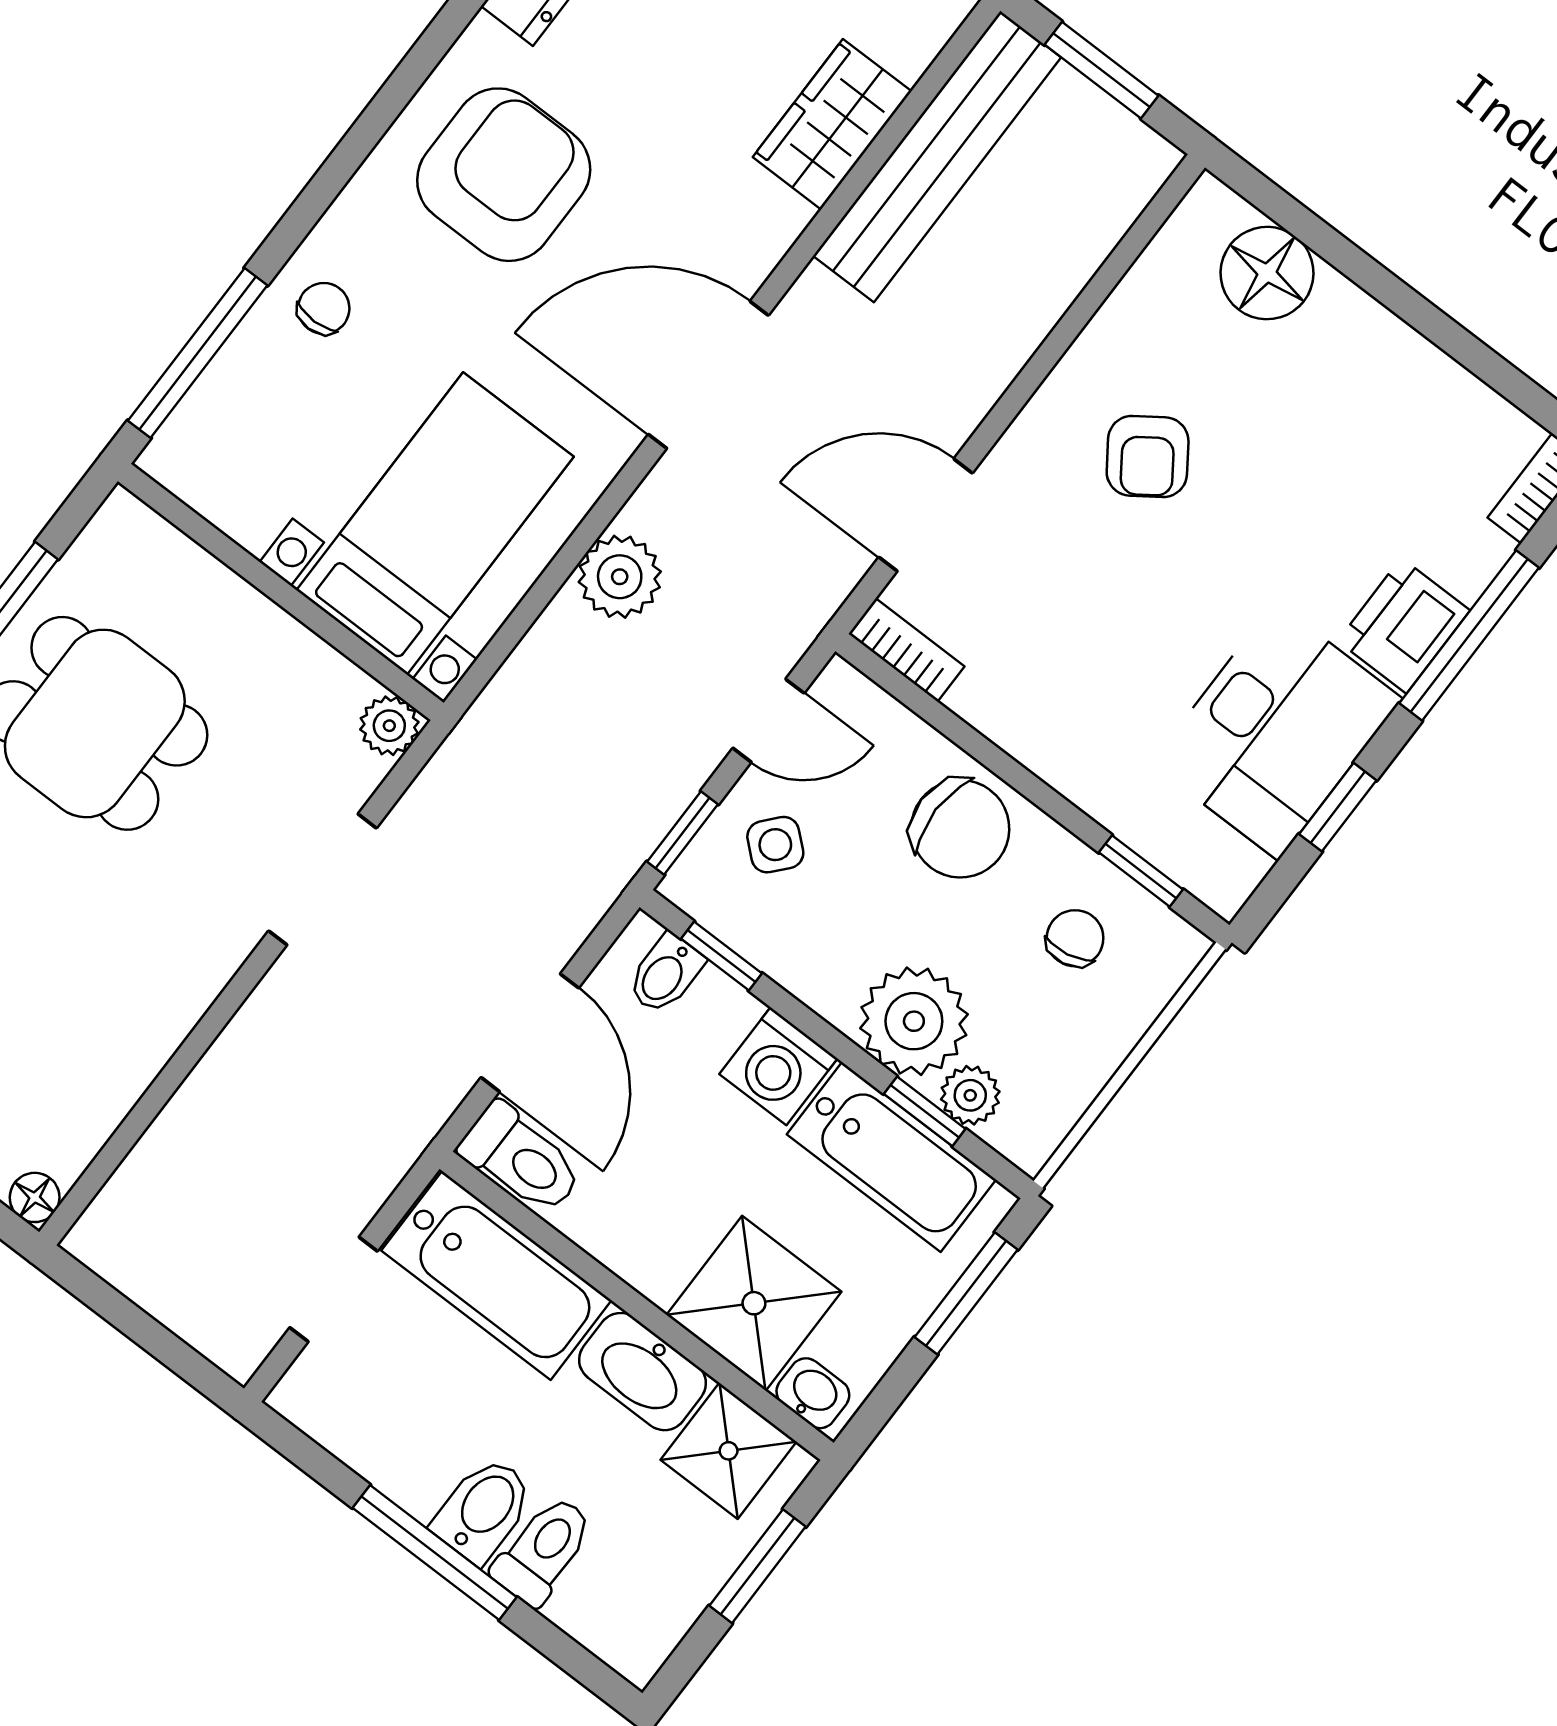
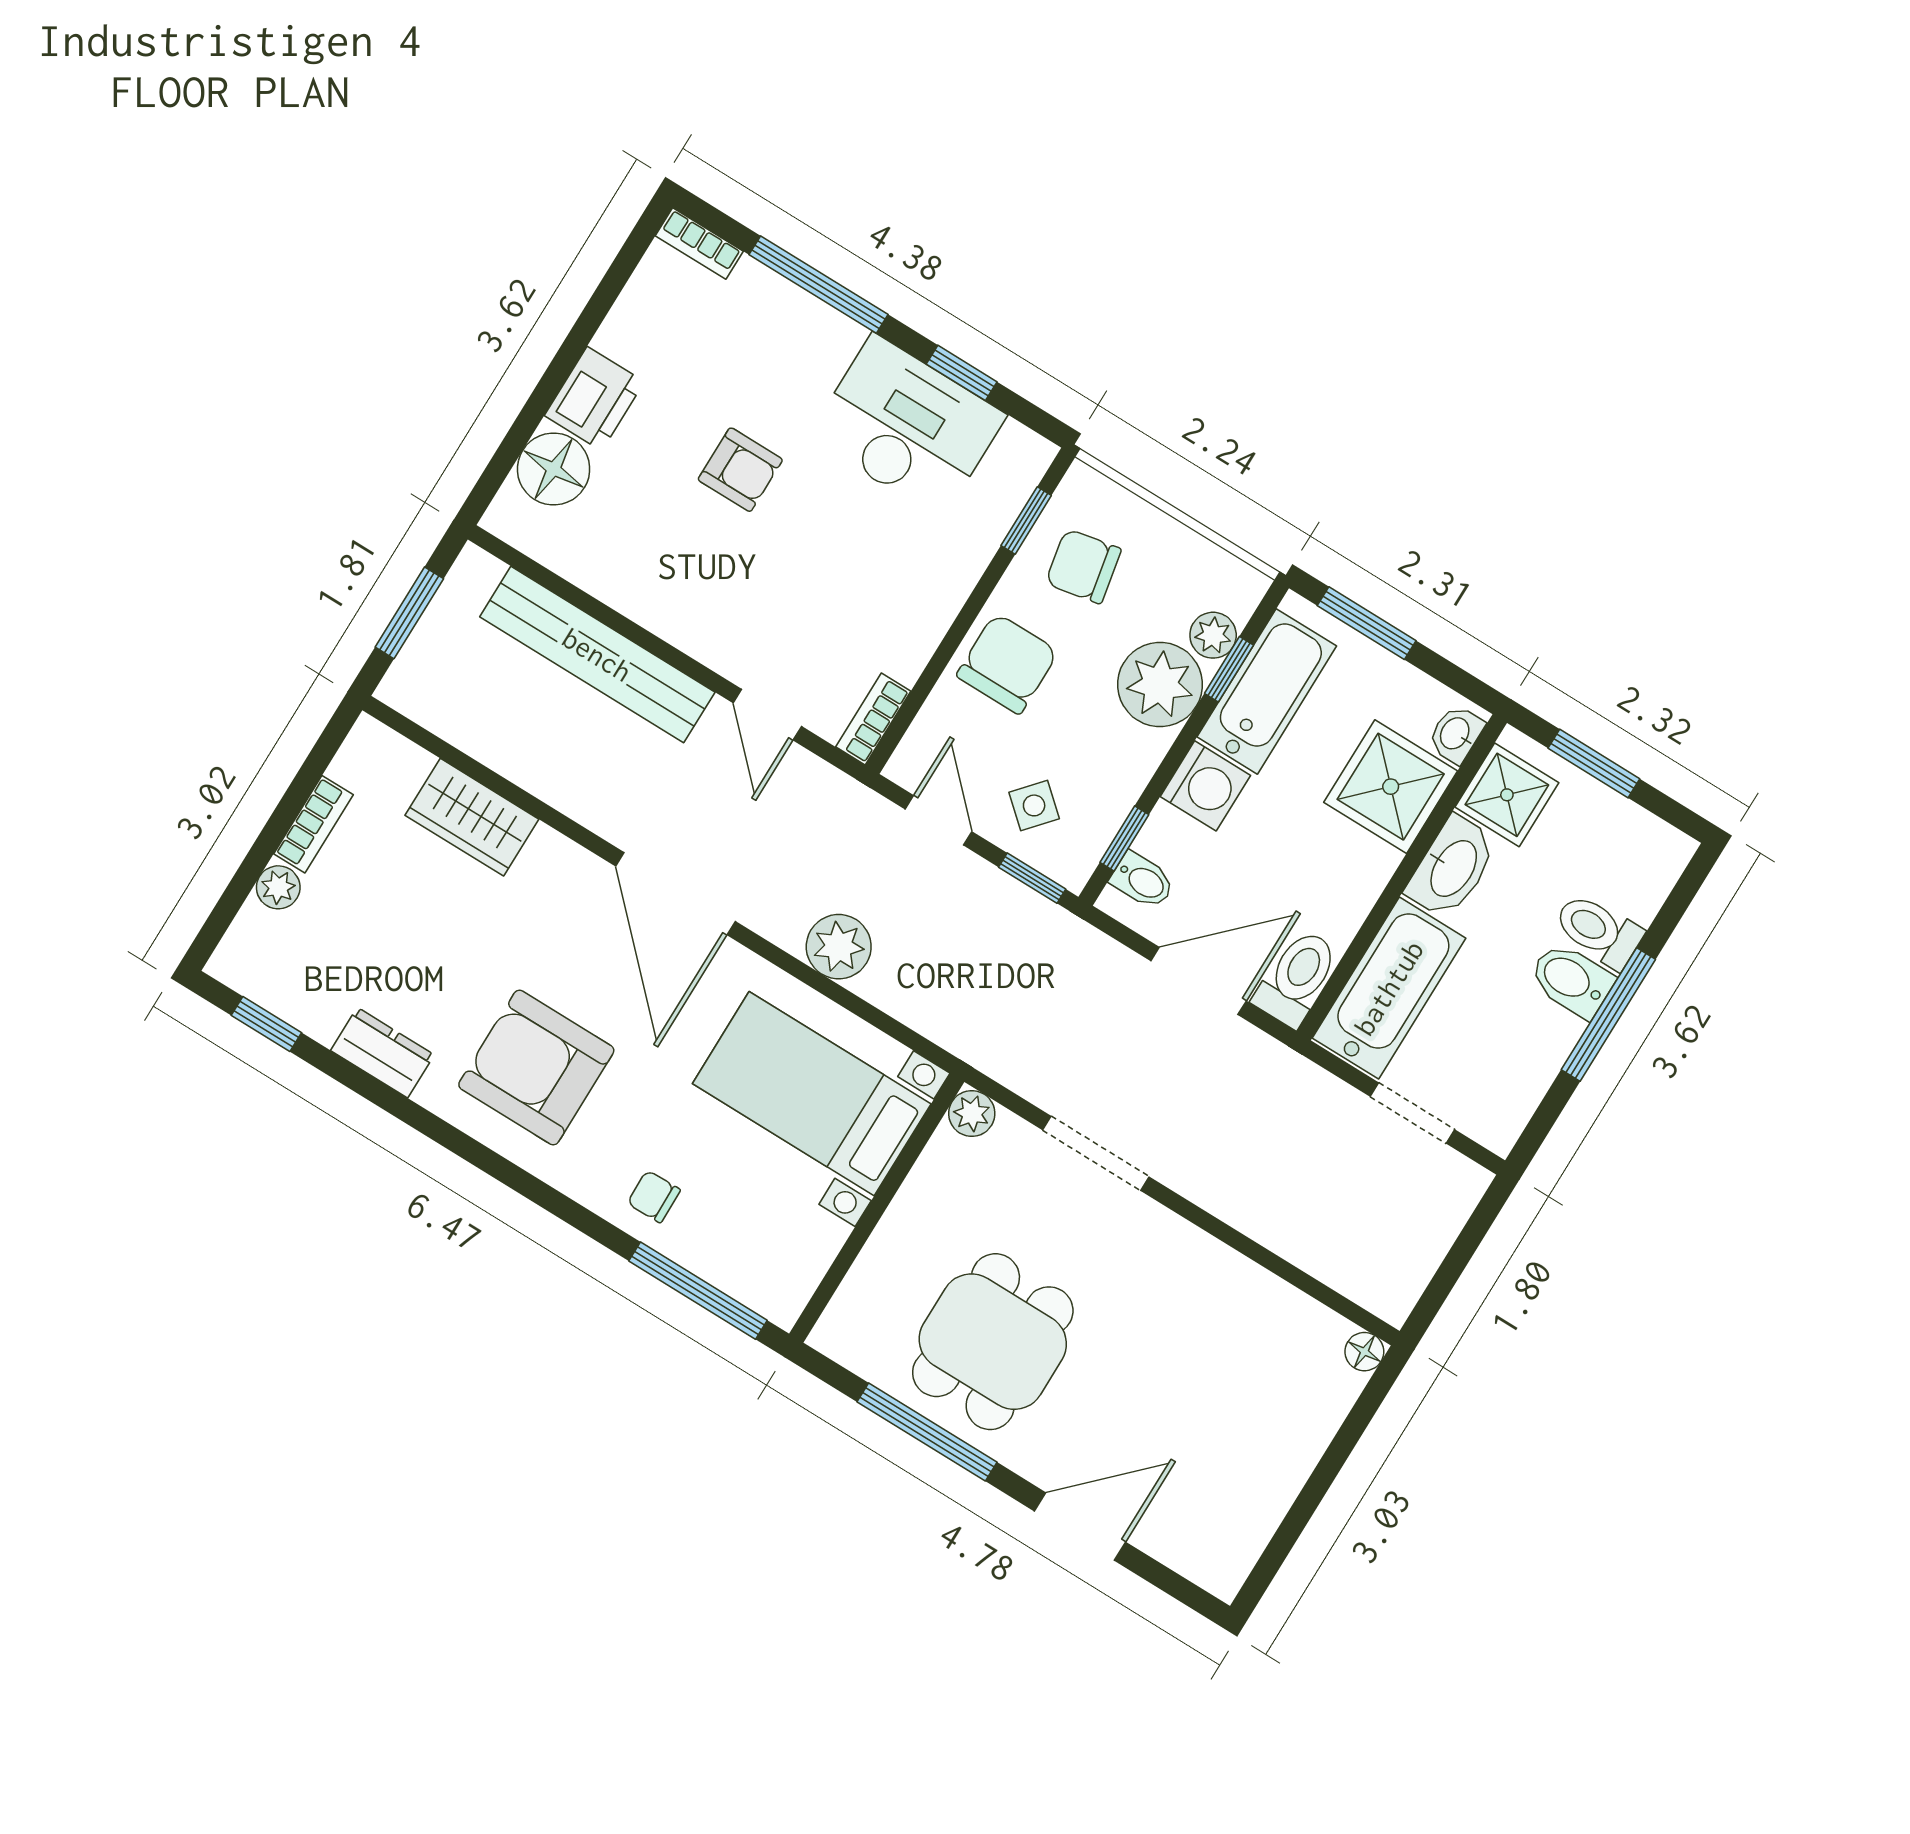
bench: (937, 157) -> (597, 655), moved
armchair: (1148, 457) -> (740, 470), moved, turned 35
door: (926, 515) -> (767, 715), width x0.73
printer: (1404, 626) -> (594, 399), moved, turned -90
chair: (1075, 938) -> (1083, 566), width x1.37, depth x1.37

